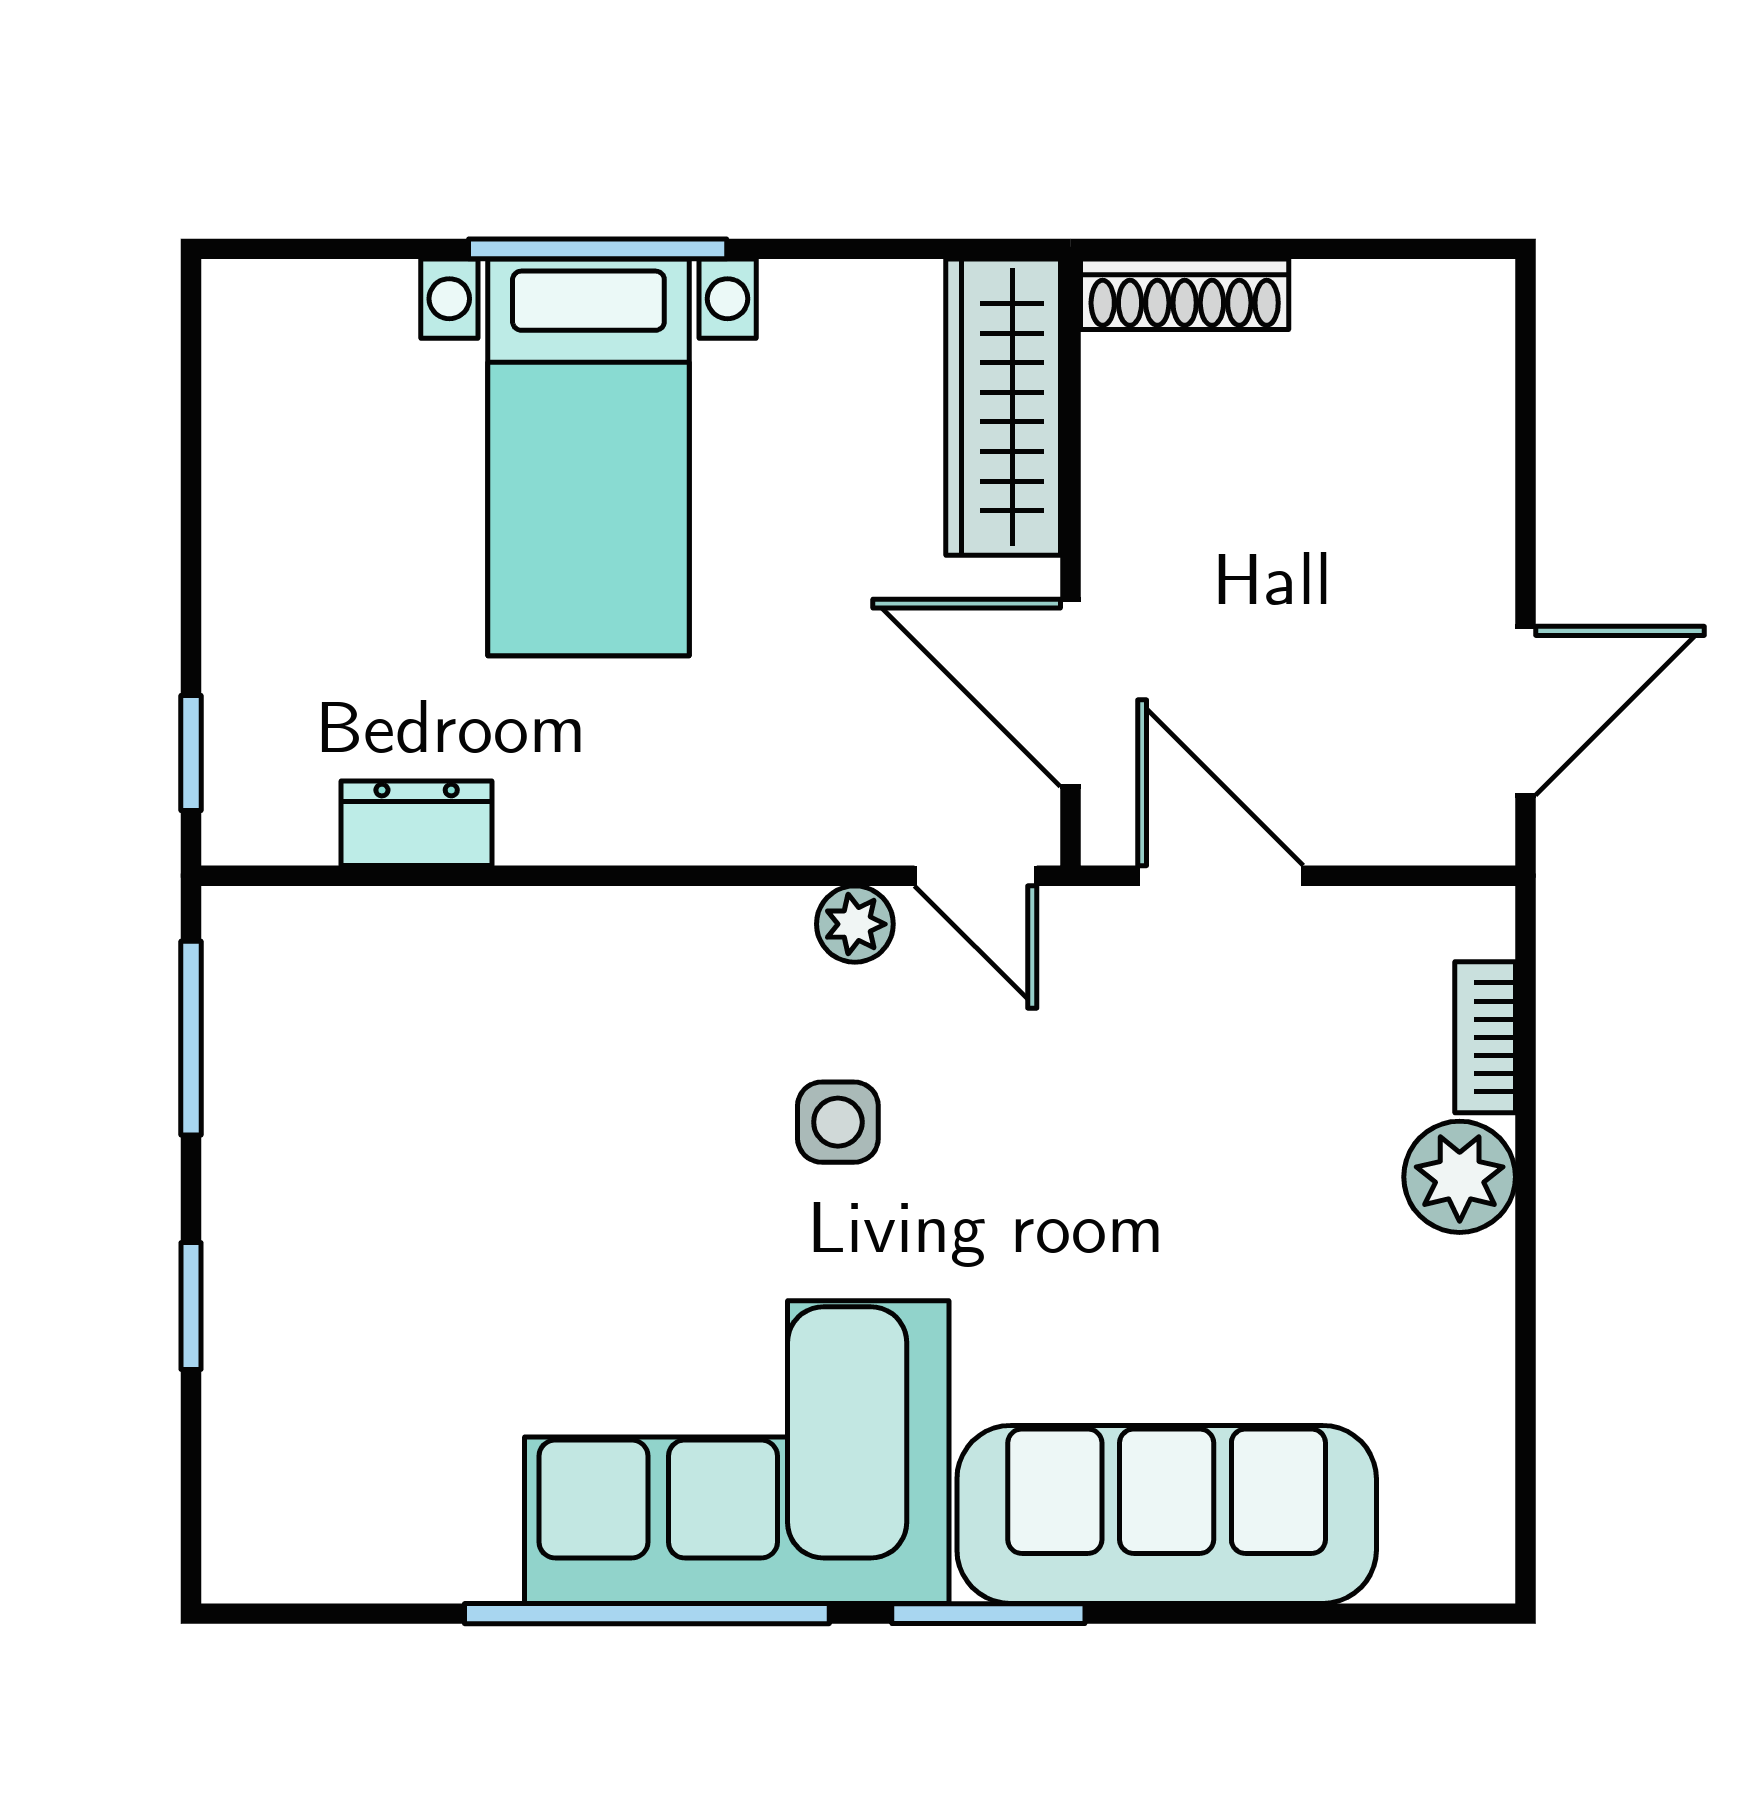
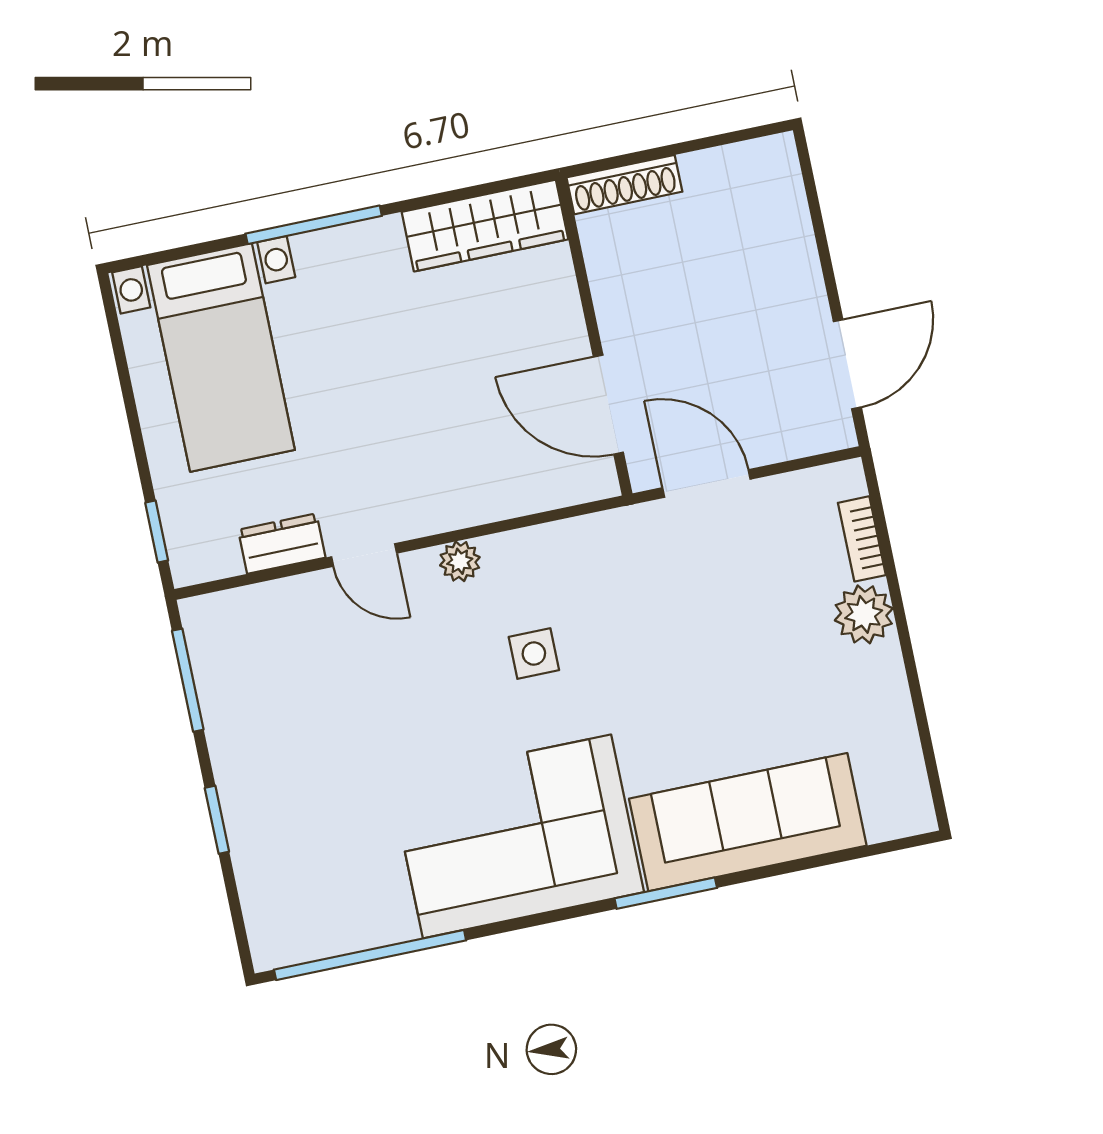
wardrobe: (1003, 407) -> (485, 226), moved, turned -90
bed with nightstands: (588, 457) -> (221, 357), moved
door: (976, 876) -> (364, 555), moved
plant: (855, 924) -> (460, 561), moved
window: (647, 1614) -> (370, 955), moved

